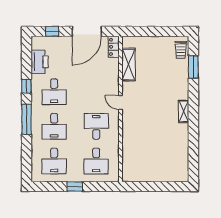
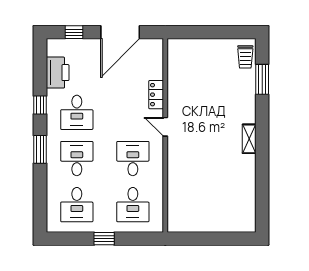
locker: (114, 47) -> (156, 95), moved
shelving: (129, 64) -> (176, 76), removed
window: (26, 119) -> (40, 149), width x0.69
desk: (54, 126) -> (77, 159), turned 180

